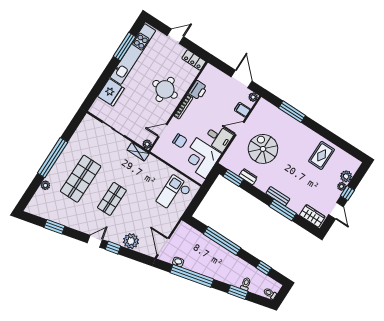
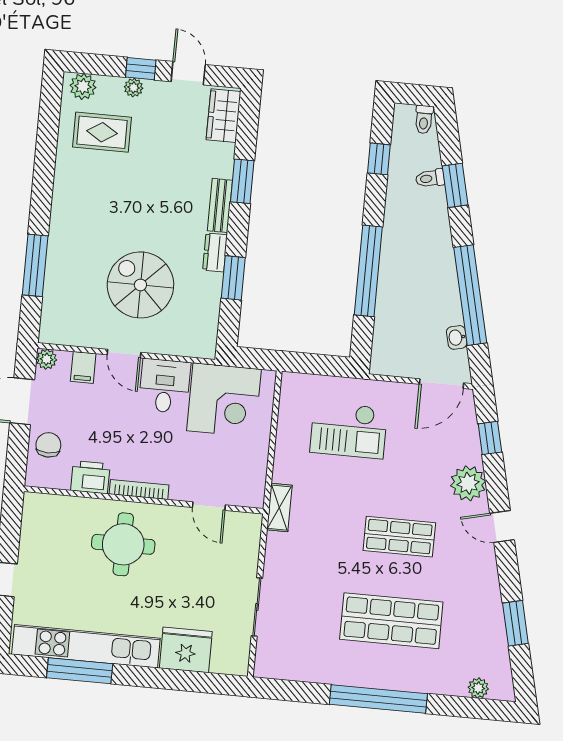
locker: (194, 60) -> (34, 517), removed
chair: (180, 141) -> (48, 445), moved
plant: (147, 144) -> (252, 523), removed
spiral stairs: (263, 149) -> (140, 285), turned 90
shelving: (138, 152) -> (279, 508), moved
rug: (322, 155) -> (102, 132), moved
plant: (346, 176) -> (83, 86), moved
dresser: (248, 177) -> (215, 252), moved
window: (233, 178) -> (233, 278), moved
plant: (45, 185) -> (478, 688), moved
checkout: (174, 194) -> (349, 430), moved
window: (283, 210) -> (242, 181), width x0.69
door: (336, 211) -> (188, 73), hinge flipped
plant: (131, 241) -> (468, 483), moved
window: (113, 248) -> (490, 438), moved

